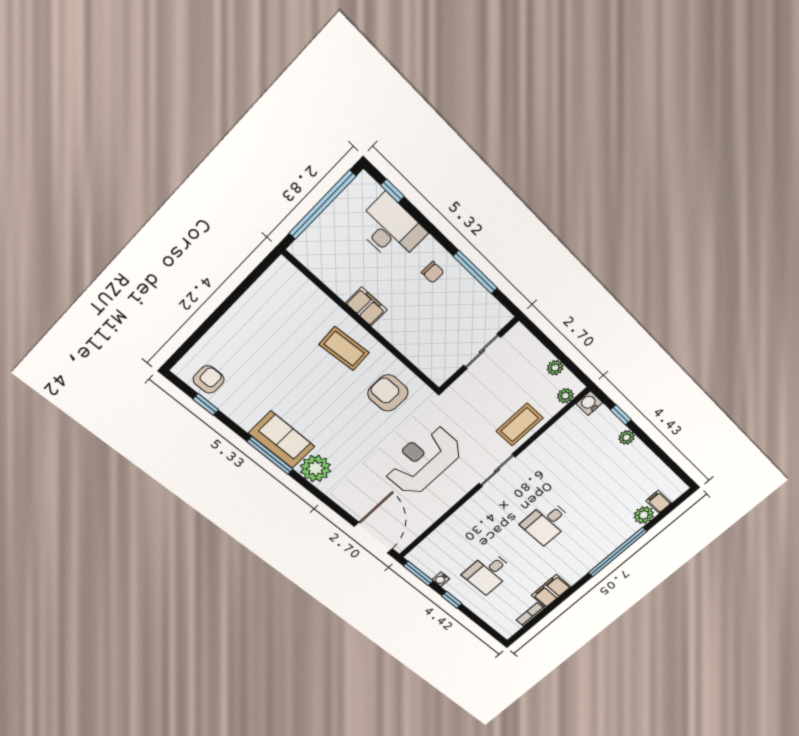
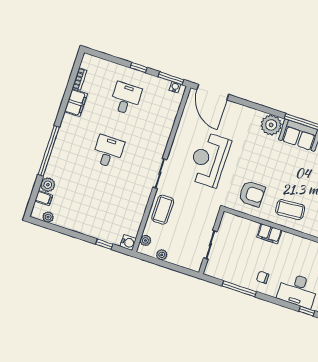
filing cabinet: (366, 307) -> (269, 234), moved
plant: (627, 437) -> (48, 217), moved
reception desk: (423, 460) -> (209, 160), turned 180
water cooler: (441, 579) -> (175, 87), moved

